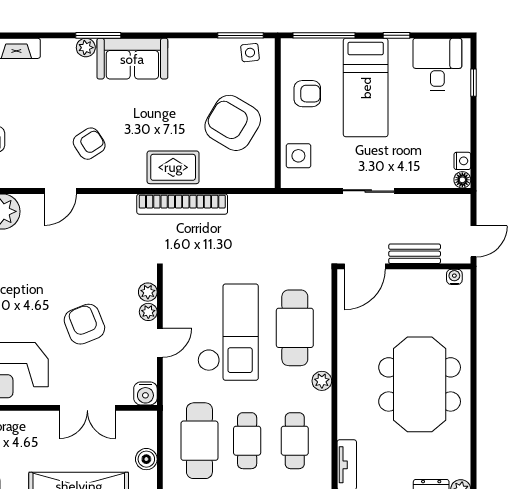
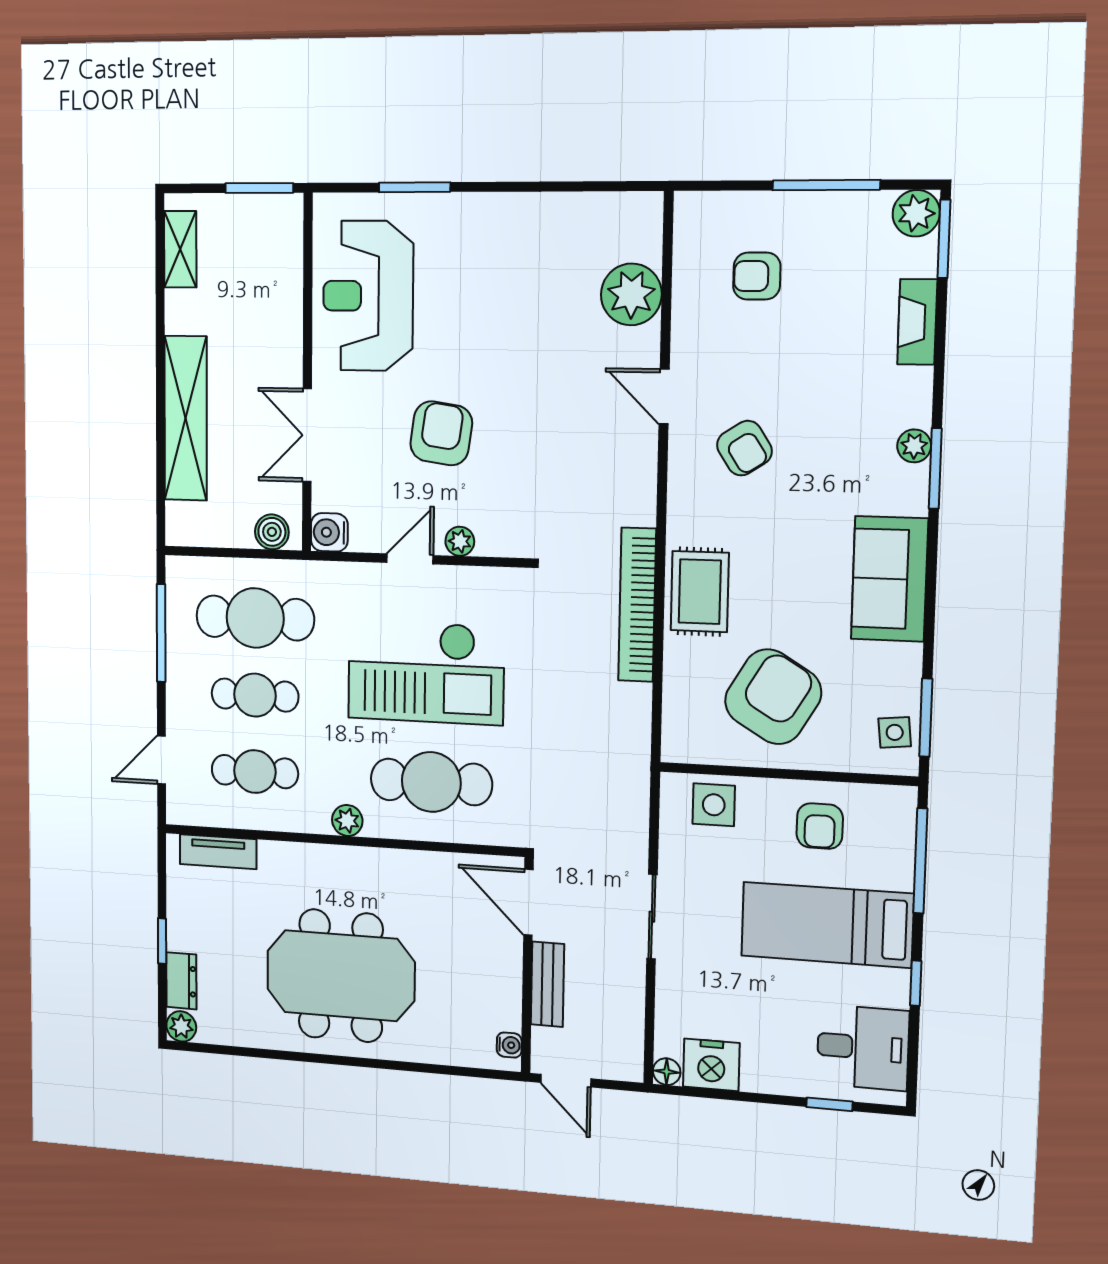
sofa: (132, 59) -> (889, 579), moved
nightstand: (462, 161) -> (711, 1065), width x1.89, depth x1.79
plant: (148, 292) -> (492, 542), removed
armchair: (84, 324) -> (441, 433), turned -60
door: (160, 343) -> (410, 559), swing flipped
boiler: (146, 459) -> (272, 532), moved

